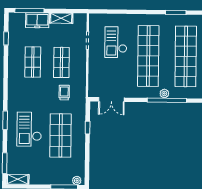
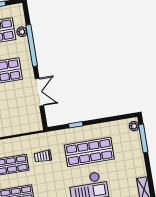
plant: (164, 93) -> (22, 32), moved
double door: (111, 100) -> (39, 92), moved

